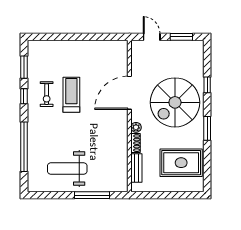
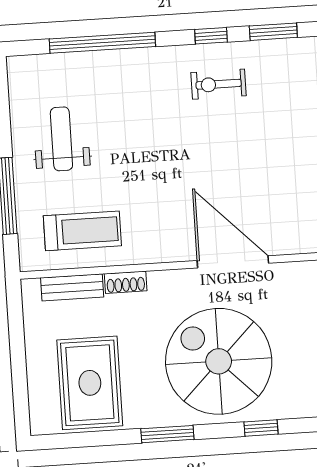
treadmill: (71, 95) -> (82, 231), moved
plant: (136, 127) -> (160, 281), removed
weight bench: (67, 169) -> (61, 139), width x0.73, depth x0.75

